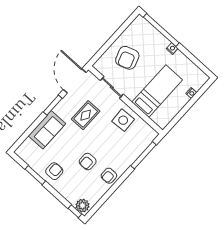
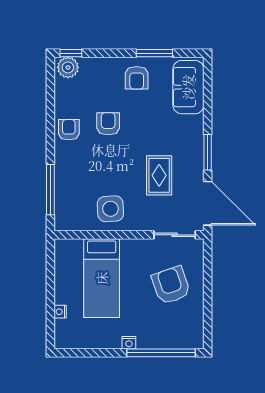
sliding door: (112, 87) -> (175, 235), moved
sofa: (47, 130) -> (188, 87), moved

